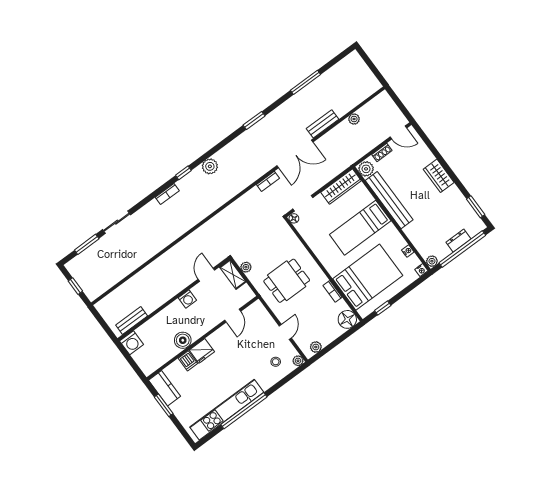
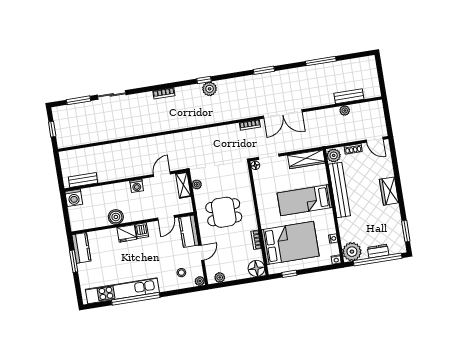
bench: (322, 124) -> (349, 96), moved
window: (183, 173) -> (204, 80), moved
plant: (432, 261) -> (352, 252), width x1.88, depth x1.88
kitchen counter: (262, 317) -> (189, 231), added
dishwasher: (188, 361) -> (142, 231), moved

